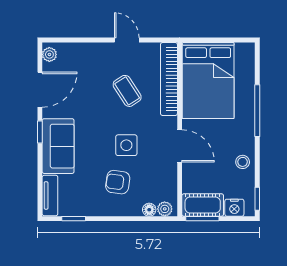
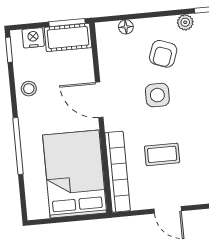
coffee table: (127, 91) -> (162, 154), turned -57
armchair: (118, 182) -> (163, 54), turned 102
plant: (165, 209) -> (185, 22), moved

